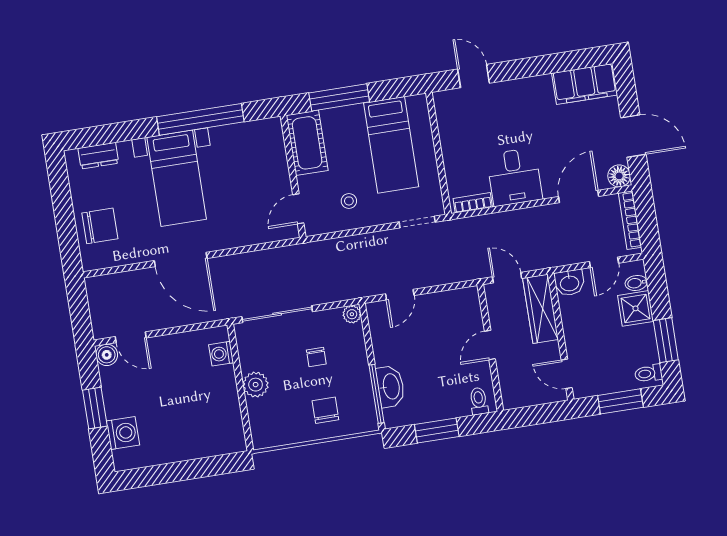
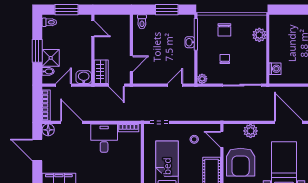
armchair: (257, 173) -> (241, 162), added
door: (579, 196) -> (71, 122), swing flipped
door: (298, 209) -> (222, 139), swing flipped
plant: (248, 233) -> (251, 131), added
wardrobe: (541, 309) -> (101, 72), width x0.67
window: (666, 340) -> (37, 51), moved
door: (490, 345) -> (131, 64), moved
plant: (256, 385) -> (259, 35), moved
washbasin: (391, 386) -> (190, 42), width x0.52, depth x0.69

